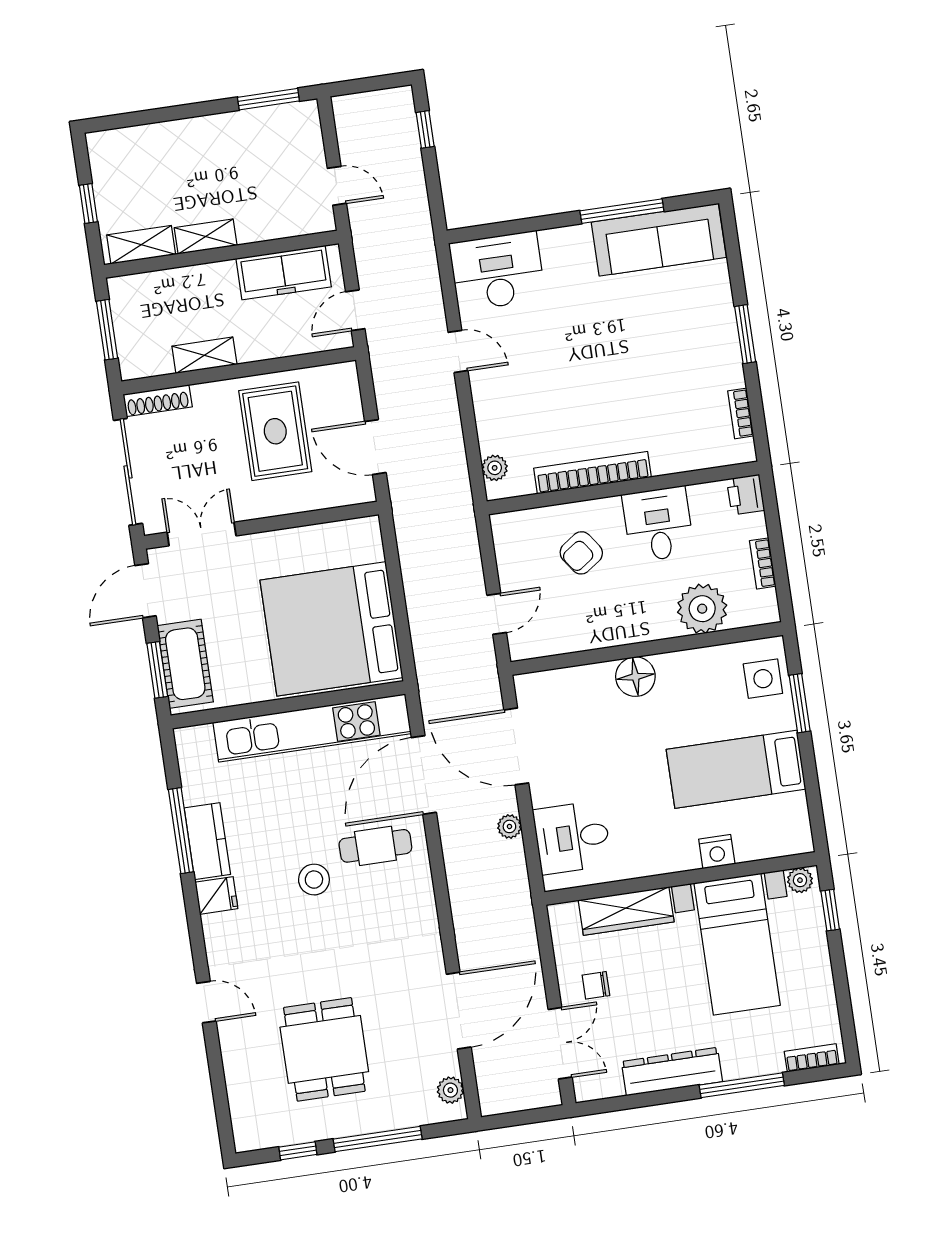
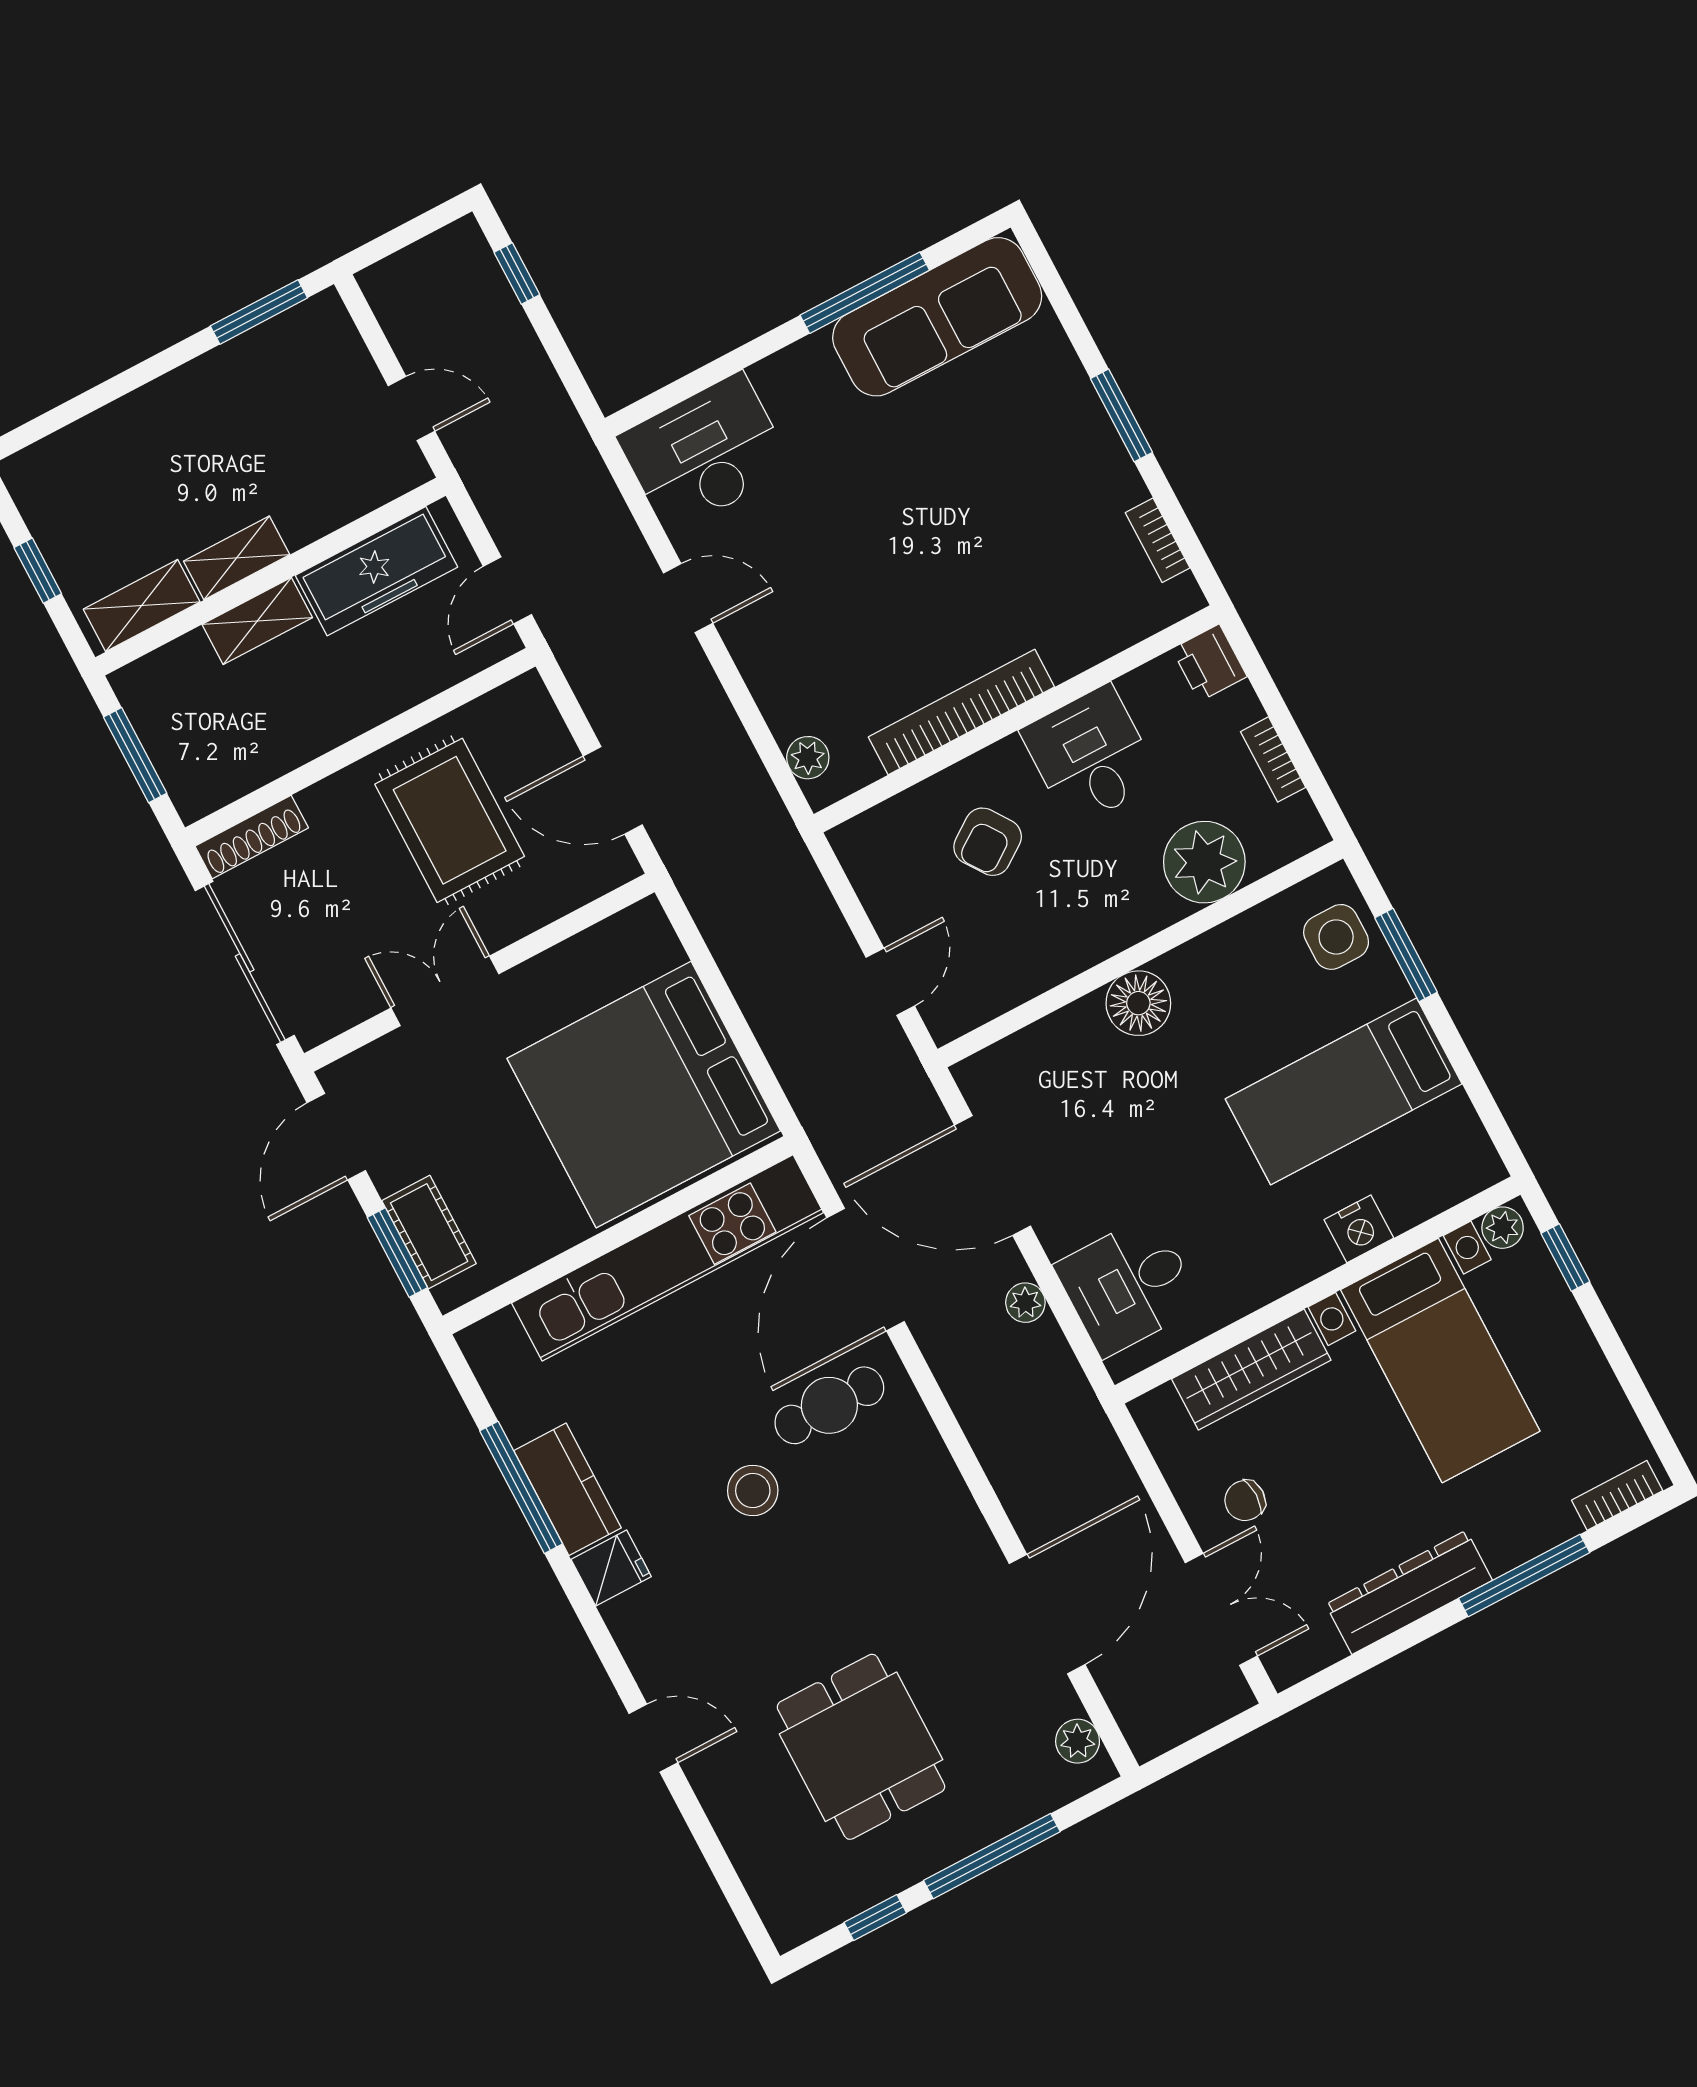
shelving: (204, 355) -> (257, 621), moved
double door: (202, 534) -> (445, 991), moved
cot: (185, 664) -> (429, 1232), width x0.73, depth x0.75

